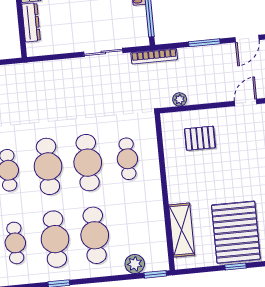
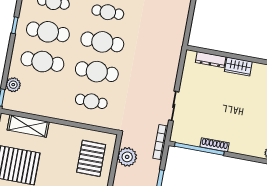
plant: (180, 99) -> (127, 157), width x1.88, depth x1.88
pallet: (200, 138) -> (91, 158), width x1.50, depth x1.42

